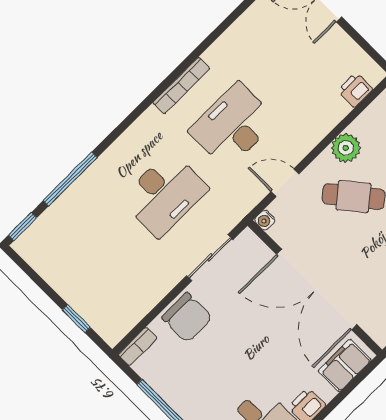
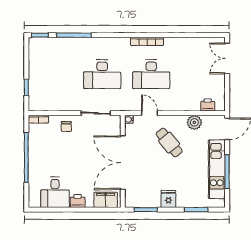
desk: (233, 126) -> (151, 74), turned 180
plant: (346, 148) -> (194, 122), moved
chair: (187, 318) -> (66, 126), width x0.54, depth x0.54

